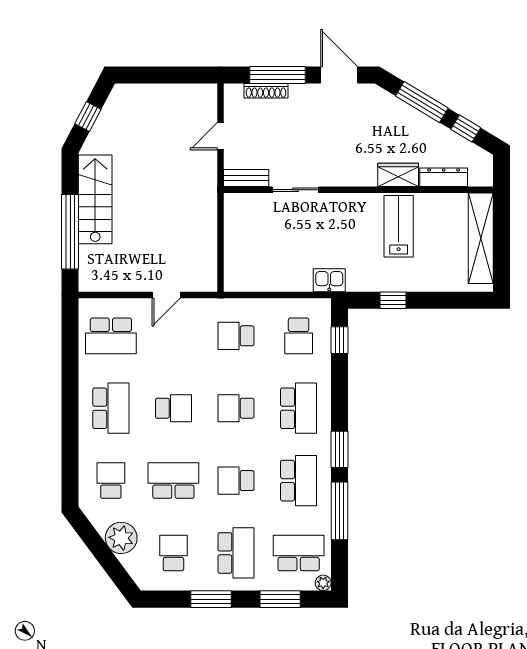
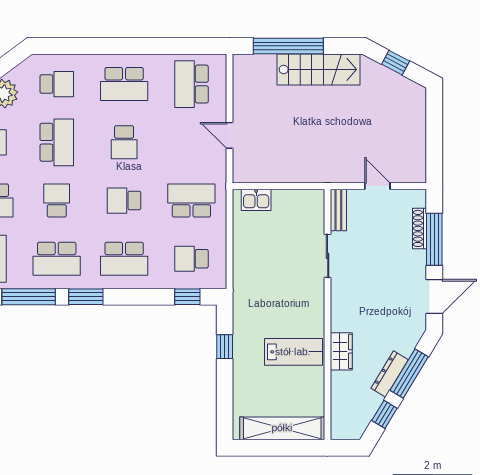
dresser: (444, 177) -> (390, 374), moved, turned -149
kitchen sink: (329, 280) -> (256, 200), moved, turned 90
school desk: (236, 336) -> (191, 201), width x1.85
school desk: (236, 408) -> (124, 201), turned -90

